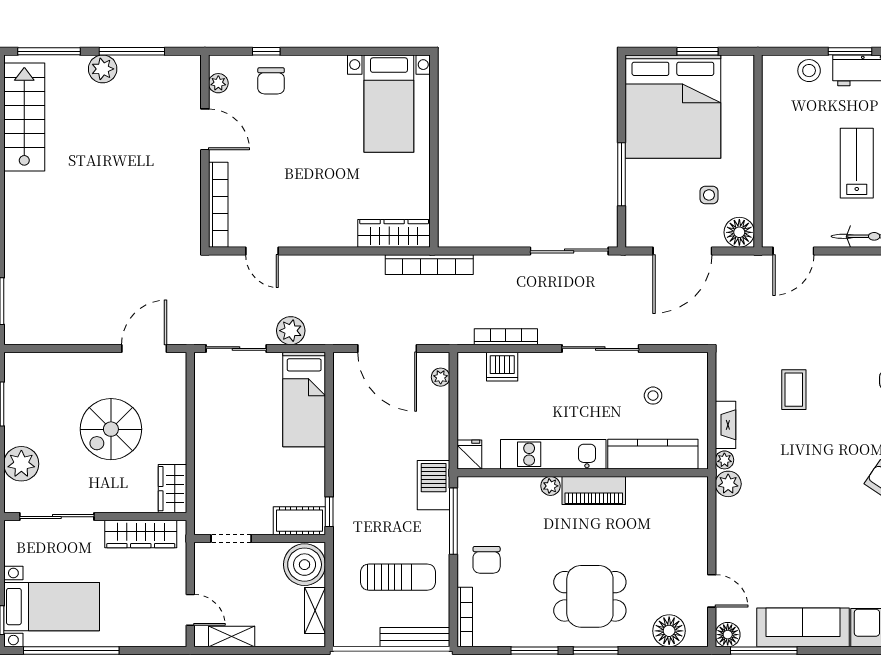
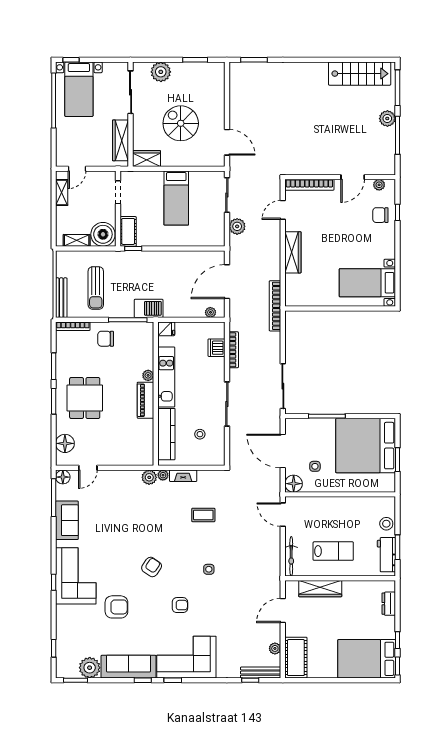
wardrobe: (394, 233) -> (293, 252), moved
bed: (304, 399) -> (176, 198), moved, turned -90
sofa: (803, 627) -> (67, 520), width x0.73

